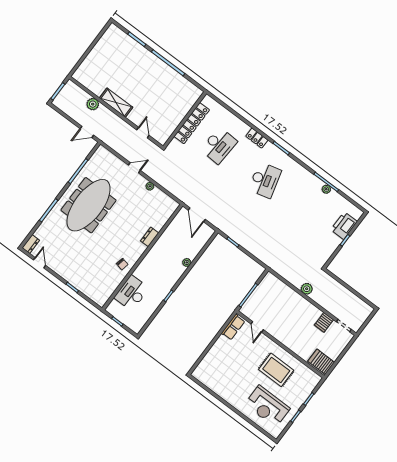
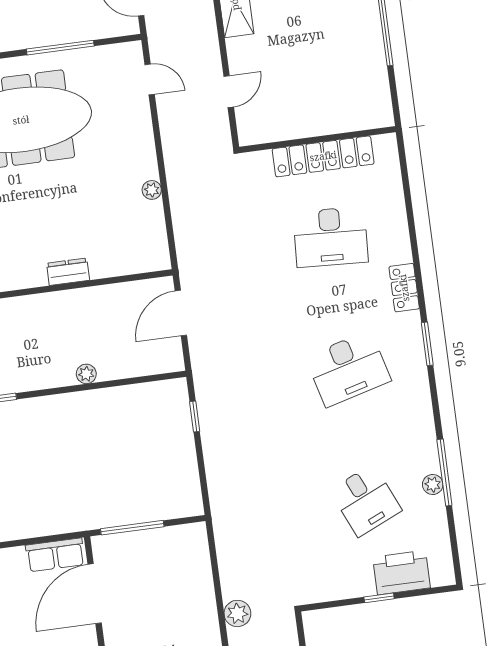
door: (134, 168) -> (150, 79), moved
desk: (311, 215) -> (366, 500), added
door: (257, 327) -> (95, 594), width x1.88

